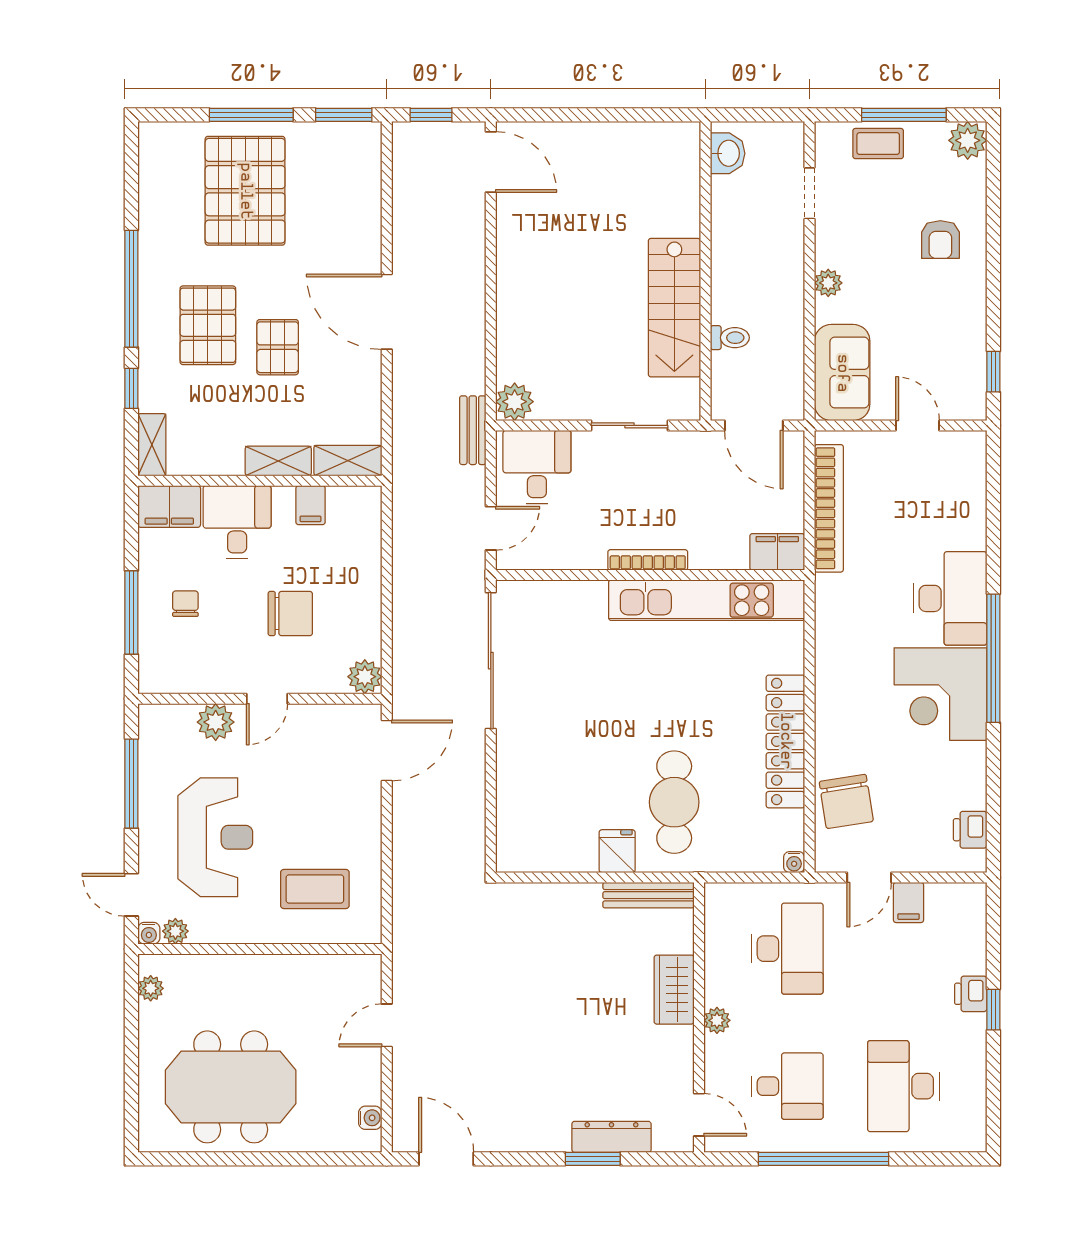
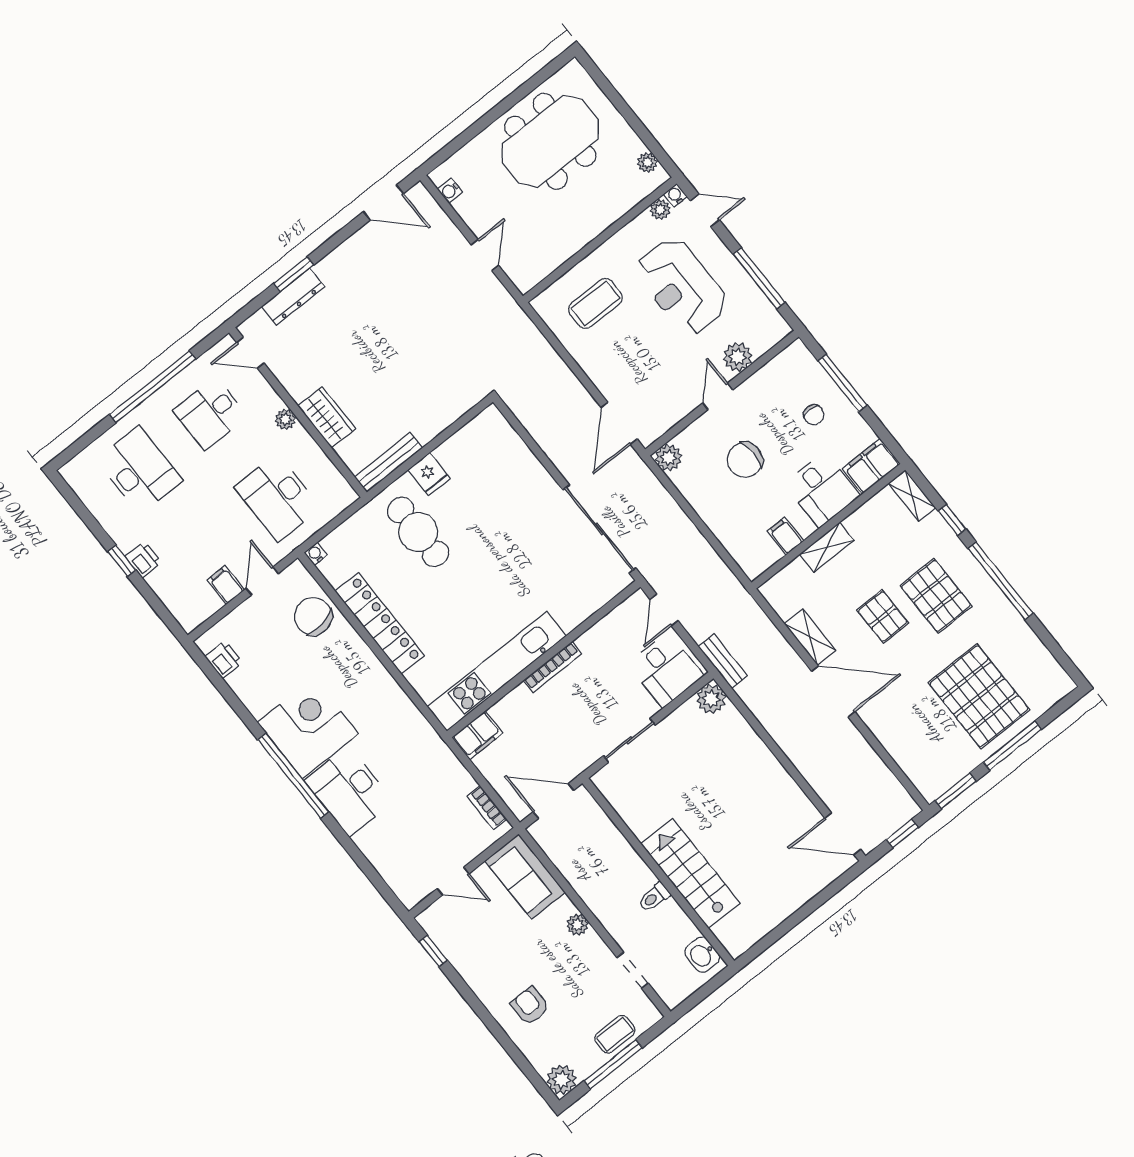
stairs: (674, 308) -> (690, 873), moved
toilet: (730, 338) -> (654, 897), moved
shelving: (348, 461) -> (810, 637), moved, turned 90
bookcase: (829, 508) -> (487, 808), width x0.43, depth x0.76

